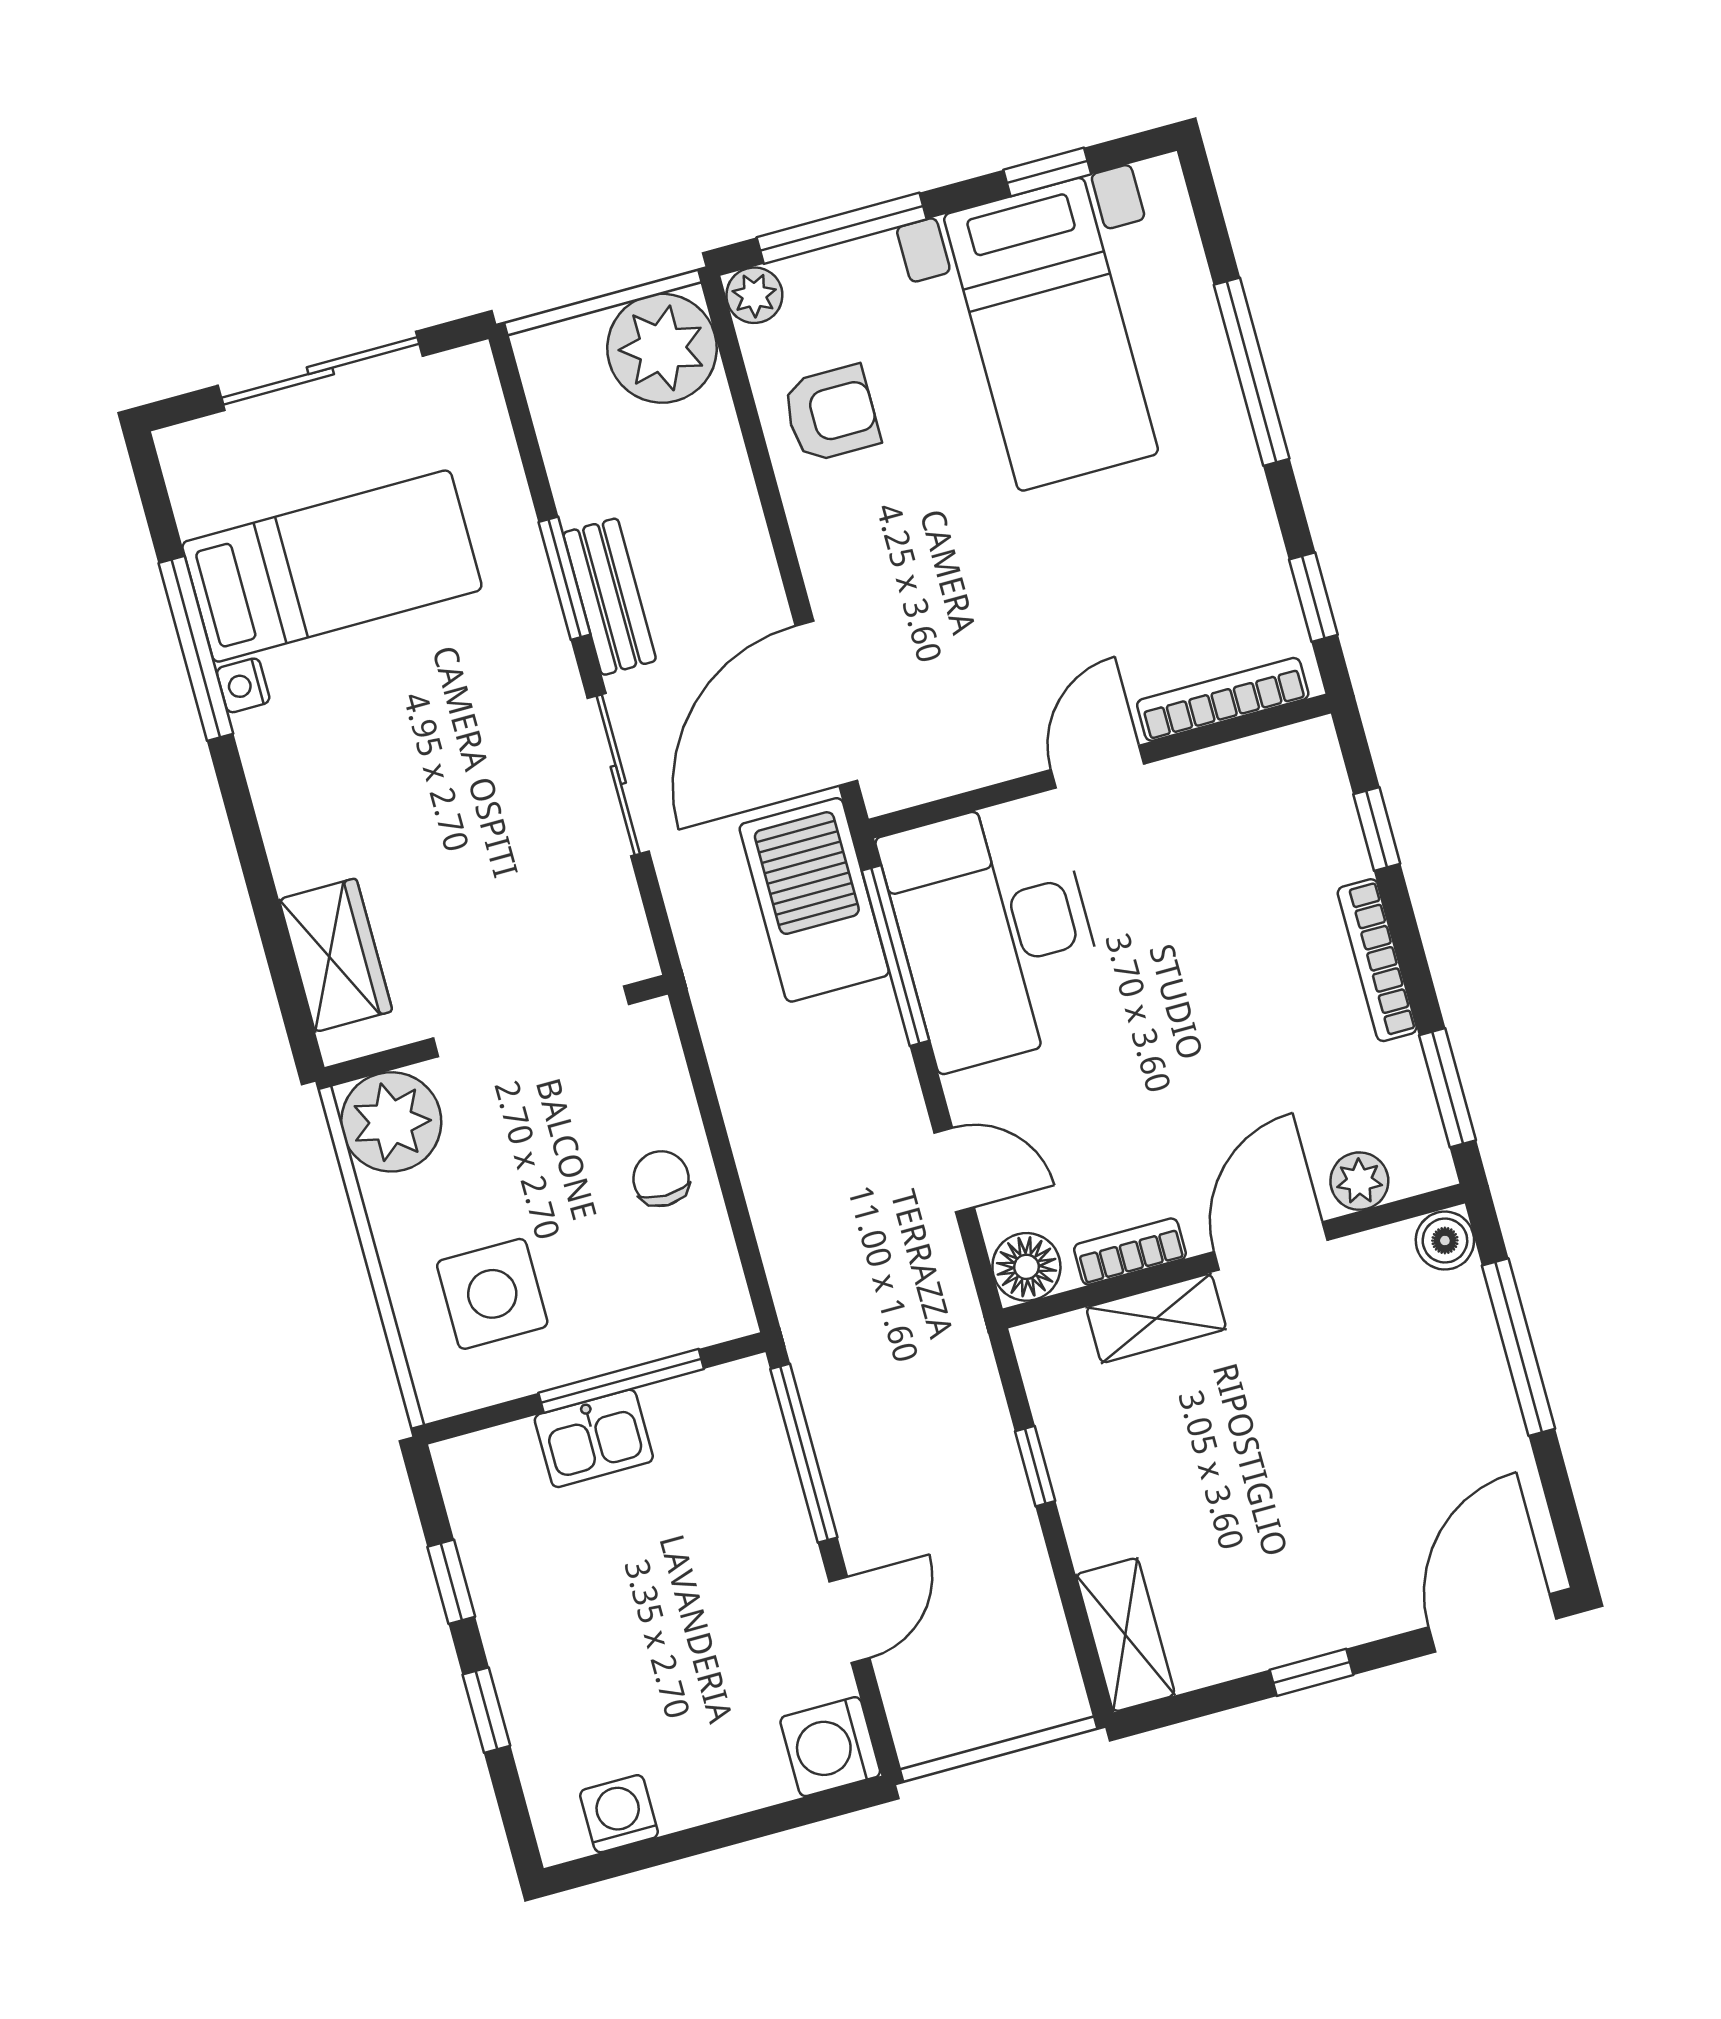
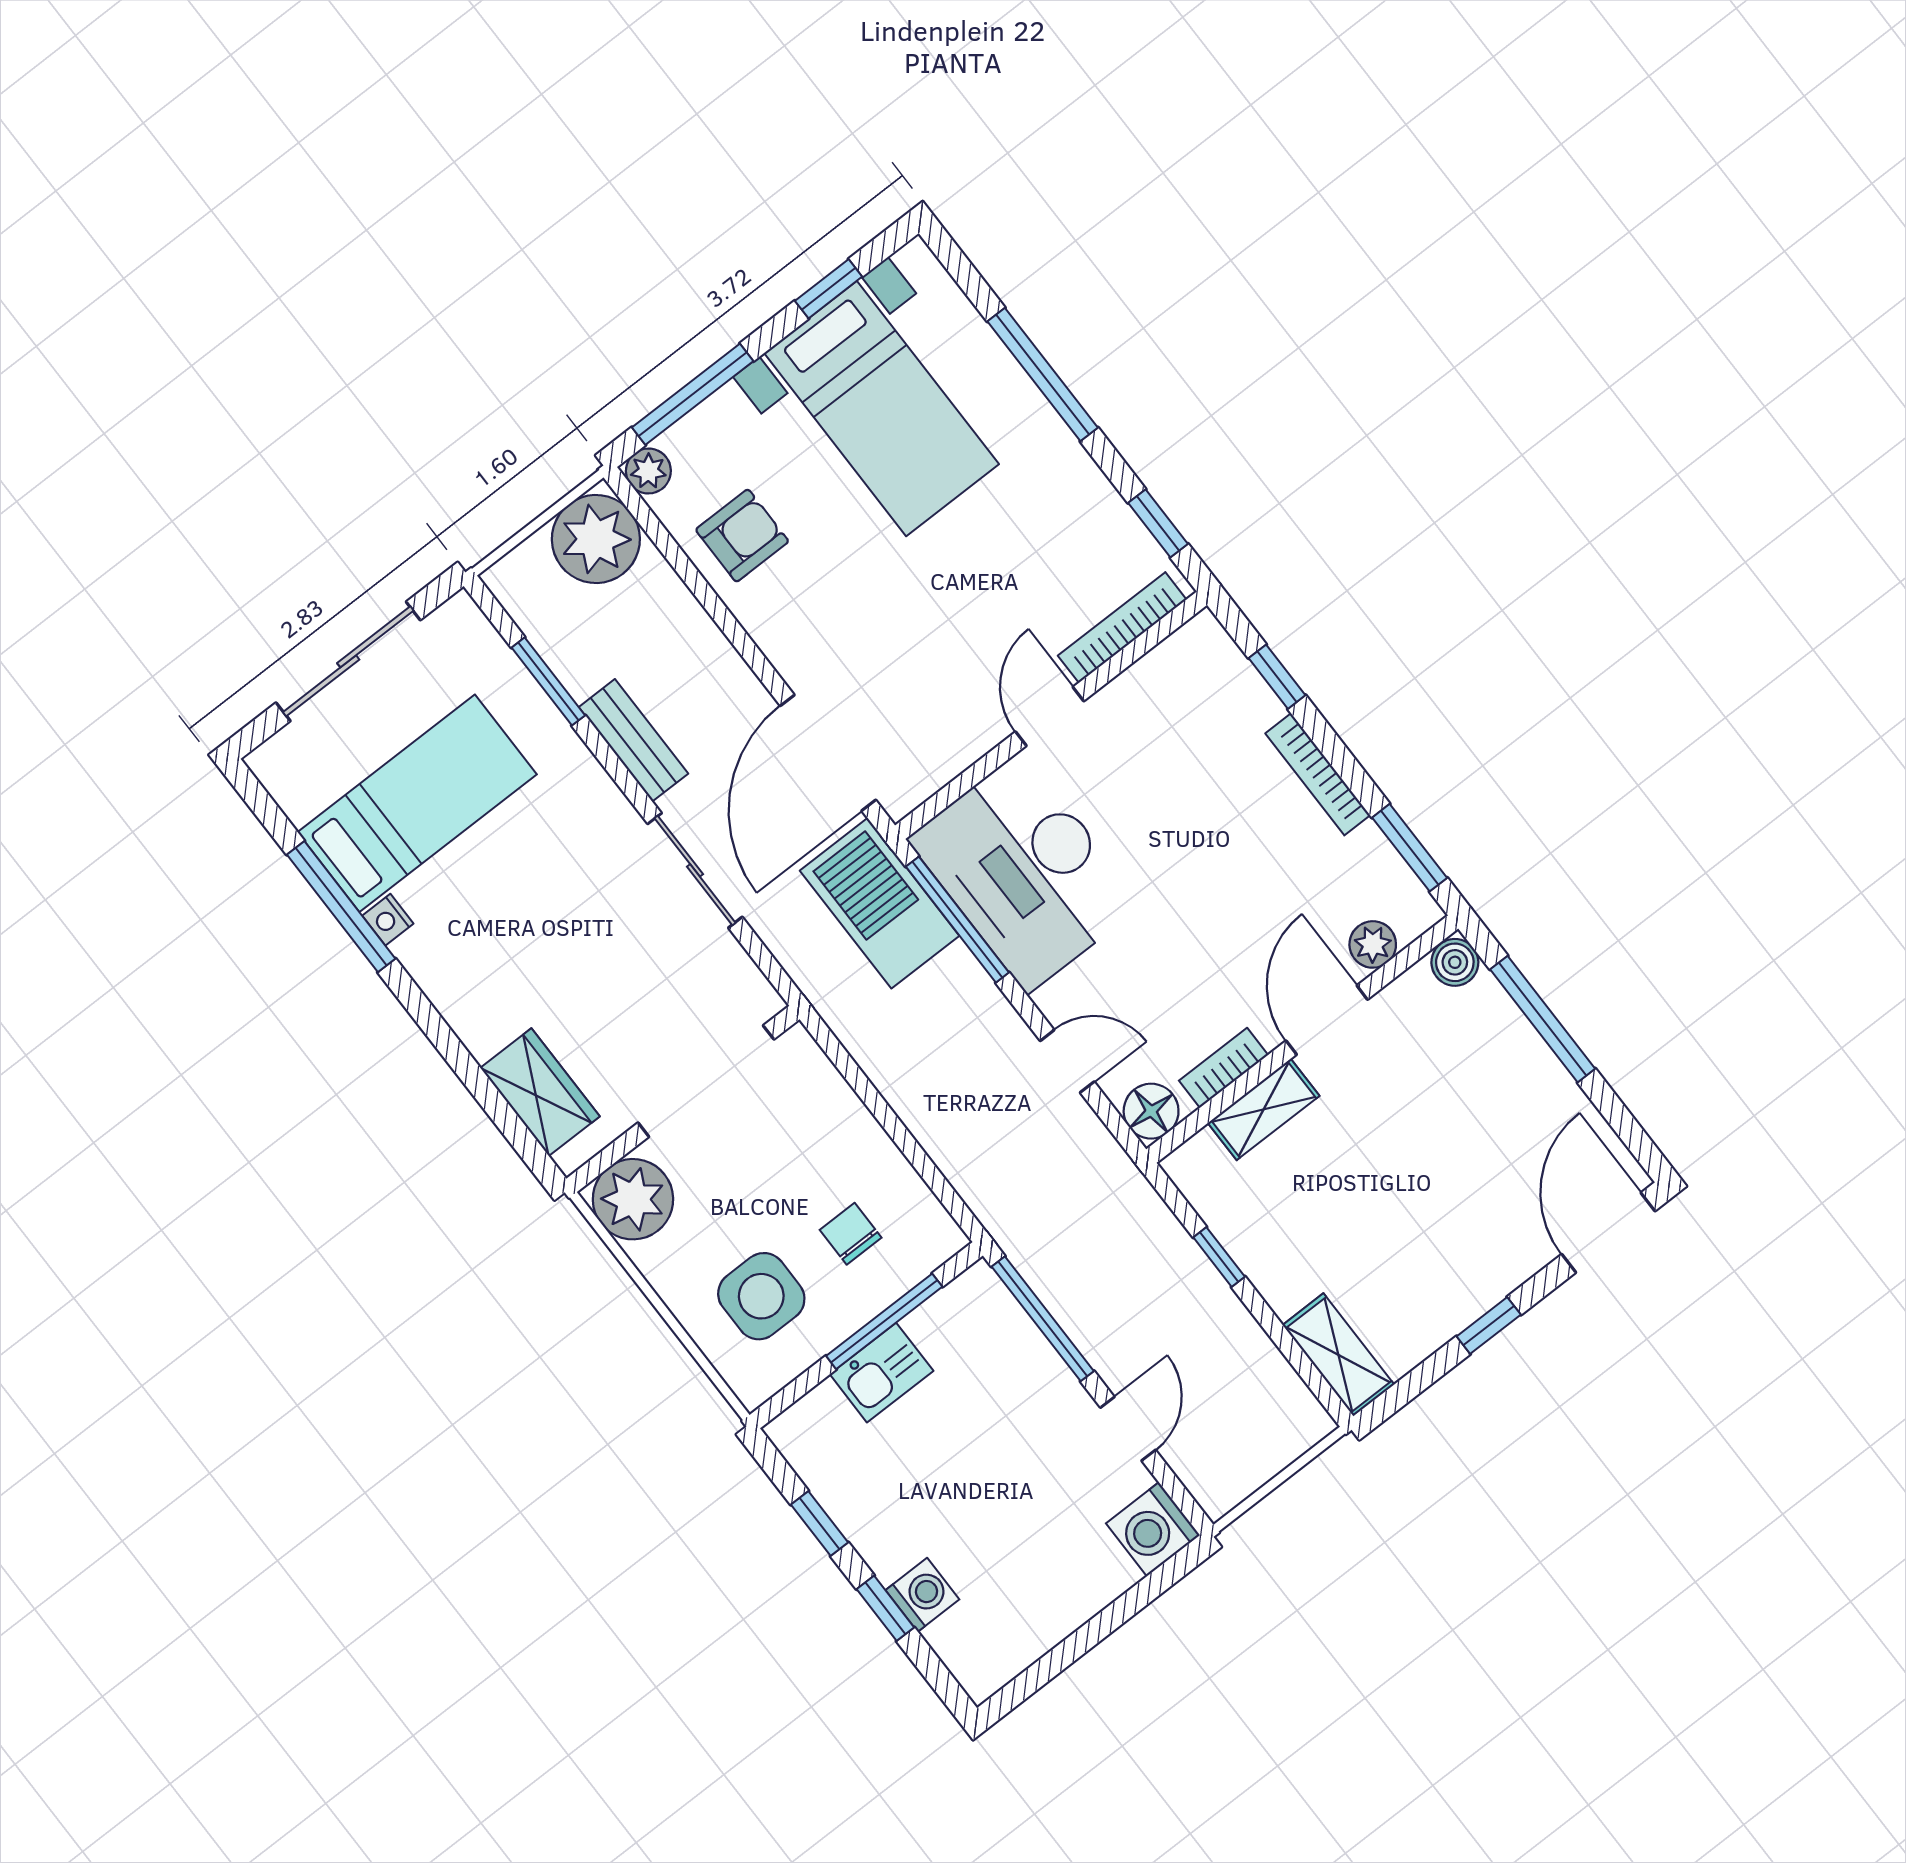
window: (564, 578) -> (548, 681), moved
chair: (661, 1179) -> (851, 1234), moved
washing machine: (619, 1814) -> (922, 1595), moved, turned 90

